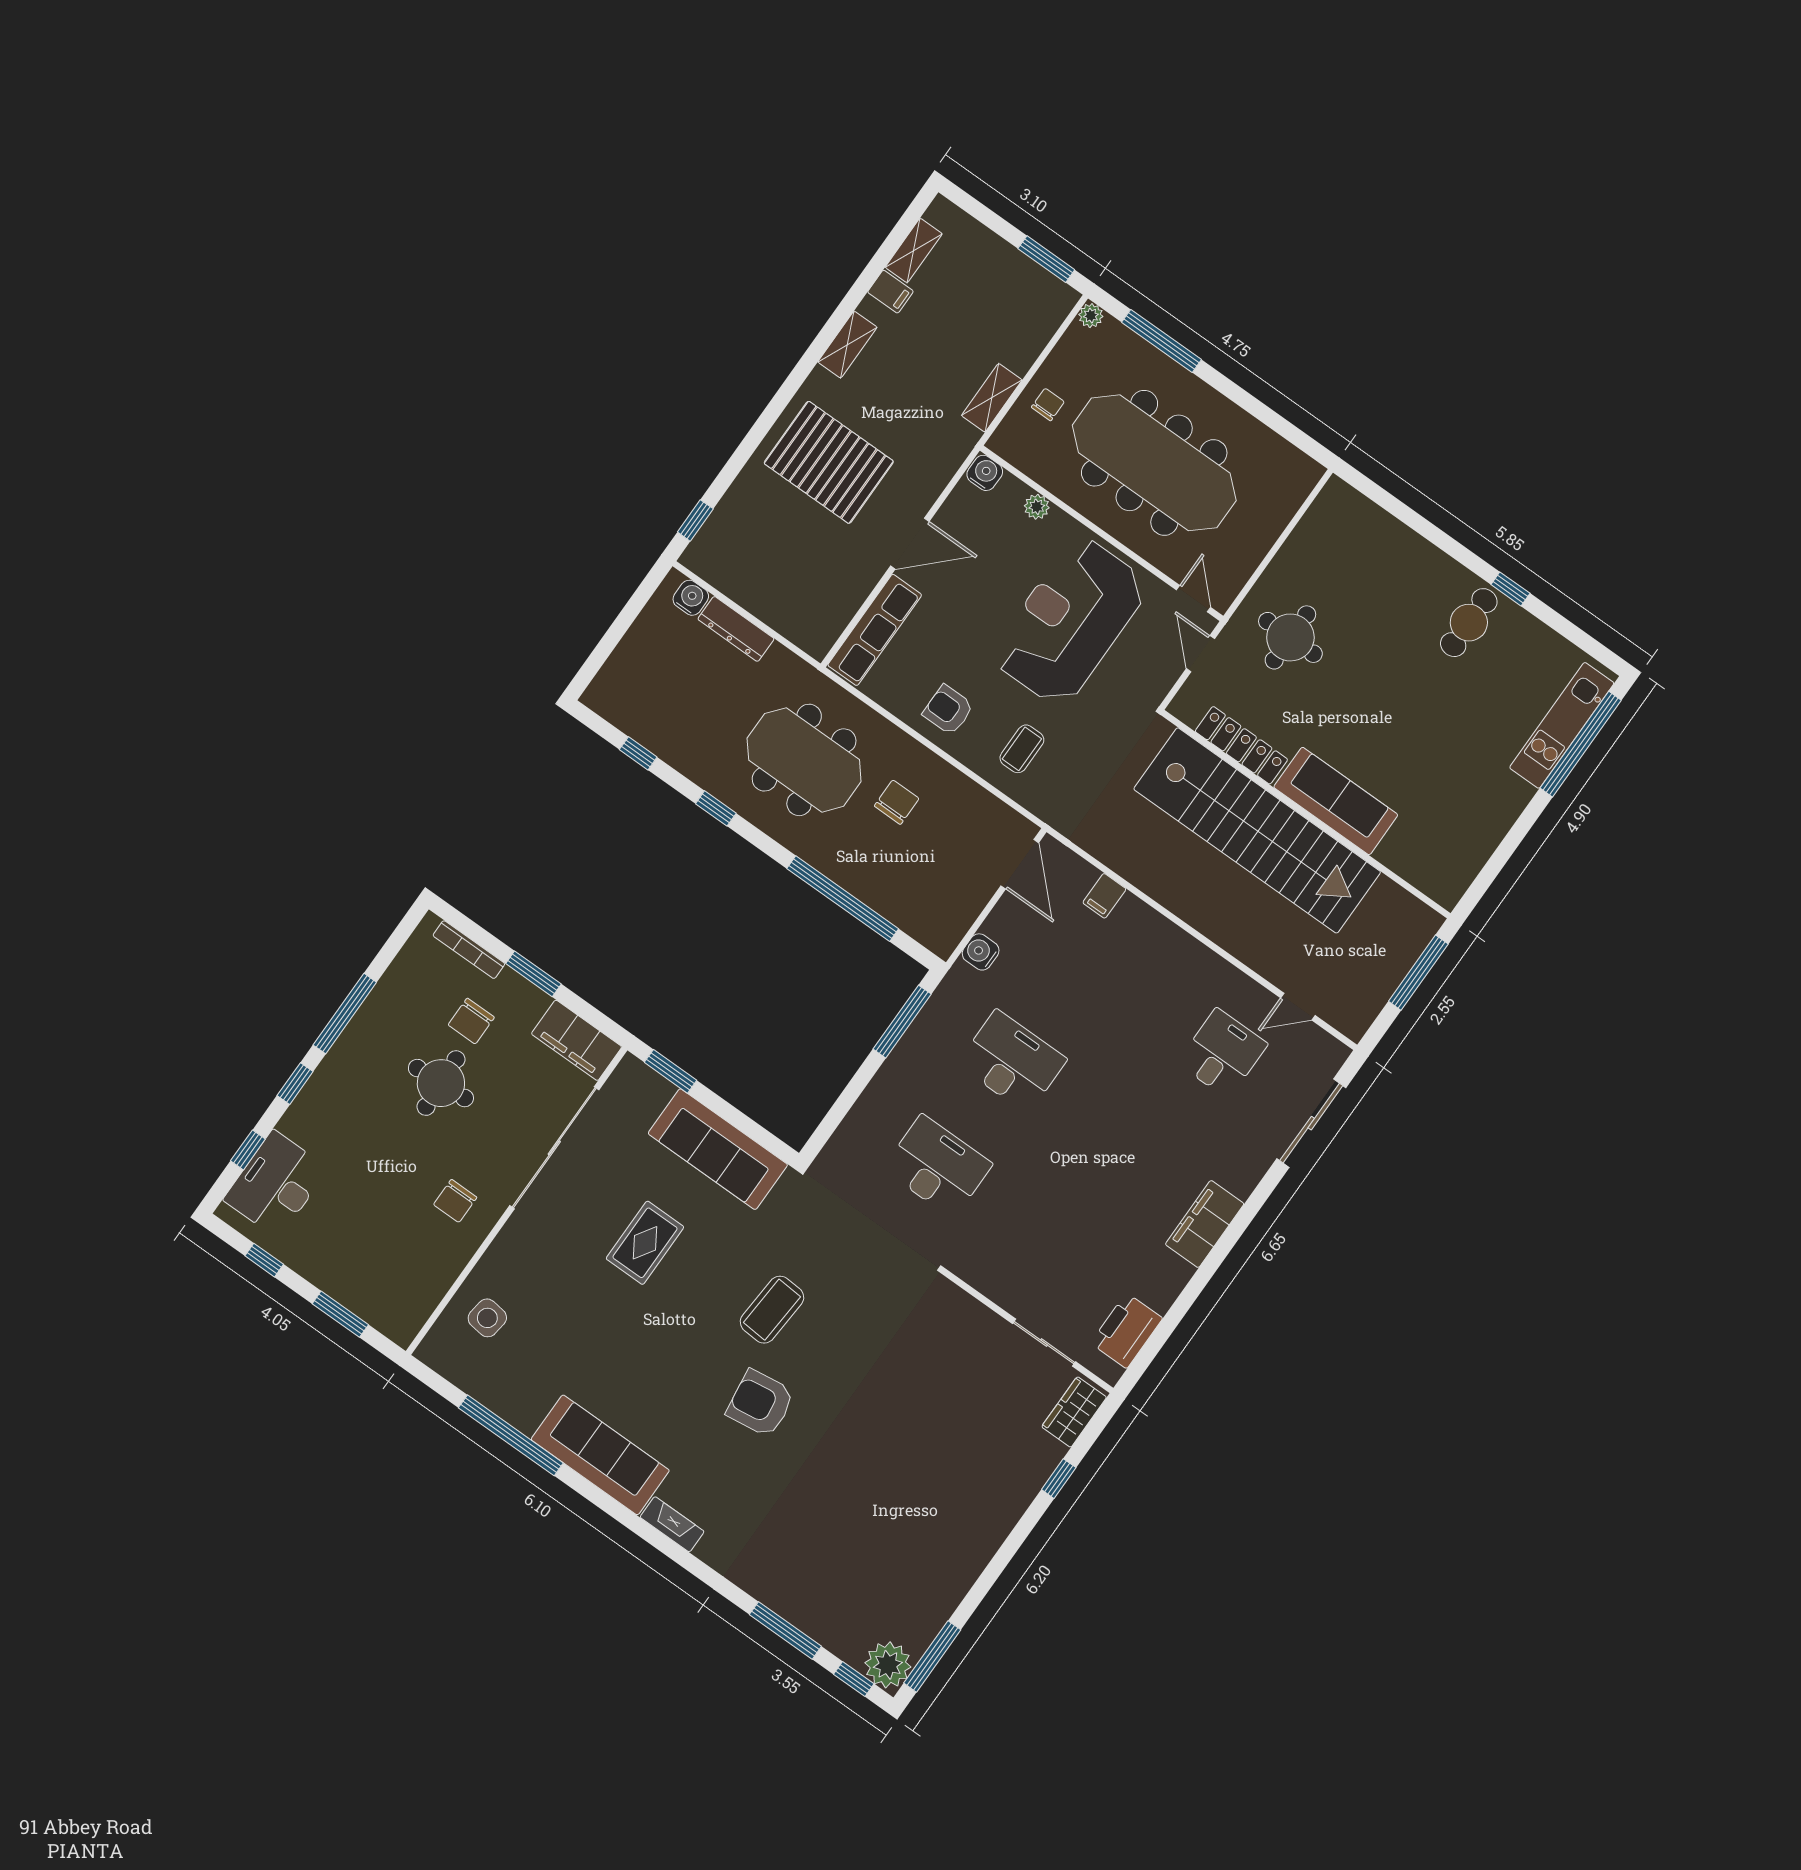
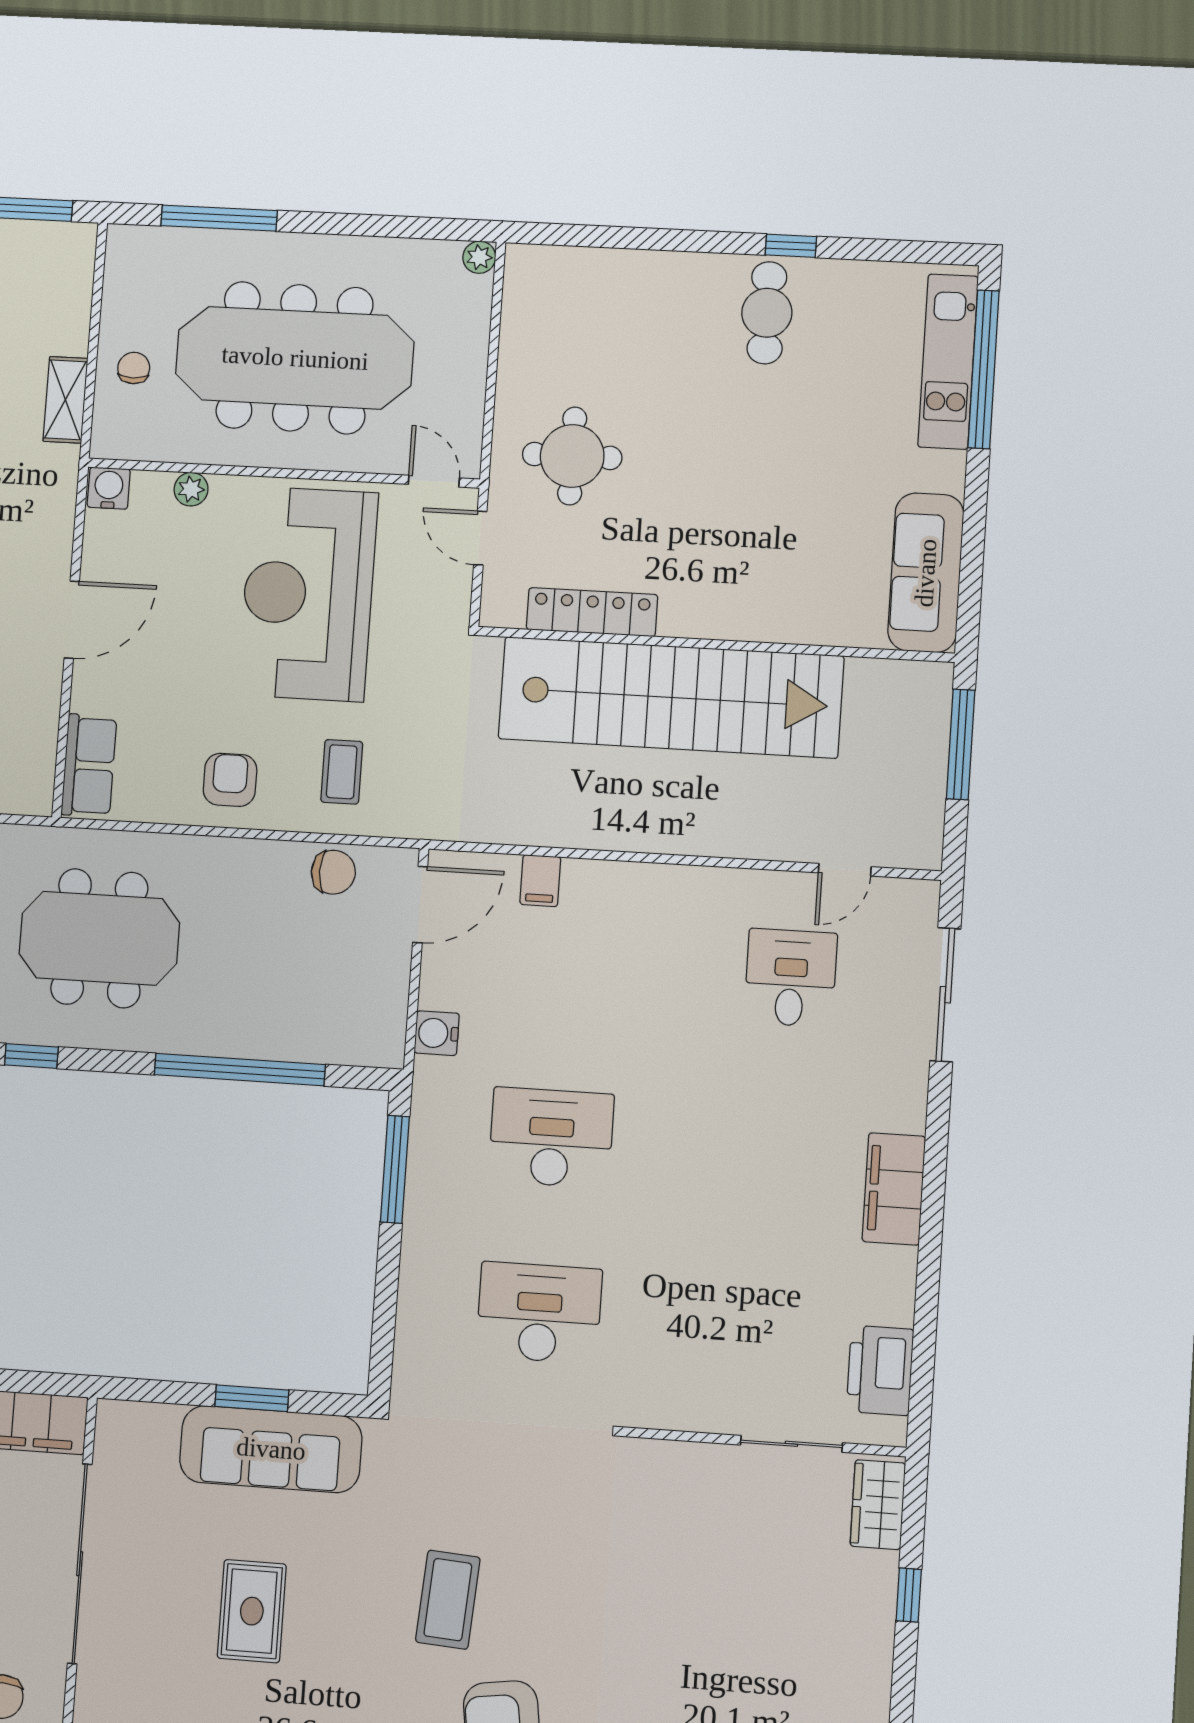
plant: (1091, 316) -> (479, 257), moved
row of seats: (875, 630) -> (89, 765), width x0.68
armchair: (948, 710) -> (230, 780), turned 90
sofa: (1336, 801) -> (926, 573), moved, turned -90
chair: (897, 802) -> (333, 872), moved, turned 90
door: (1020, 864) -> (420, 905), hinge flipped
window: (671, 1071) -> (252, 1398), moved

